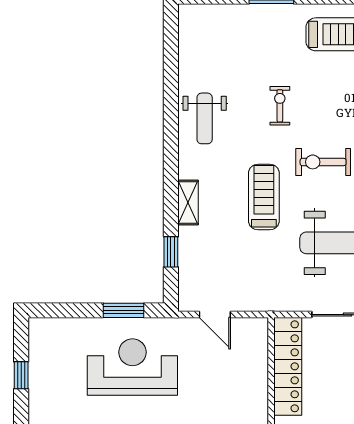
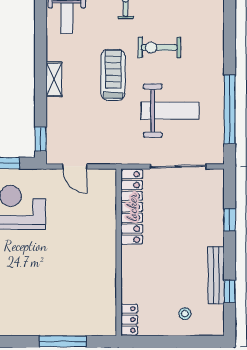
window: (171, 252) -> (41, 139), moved

